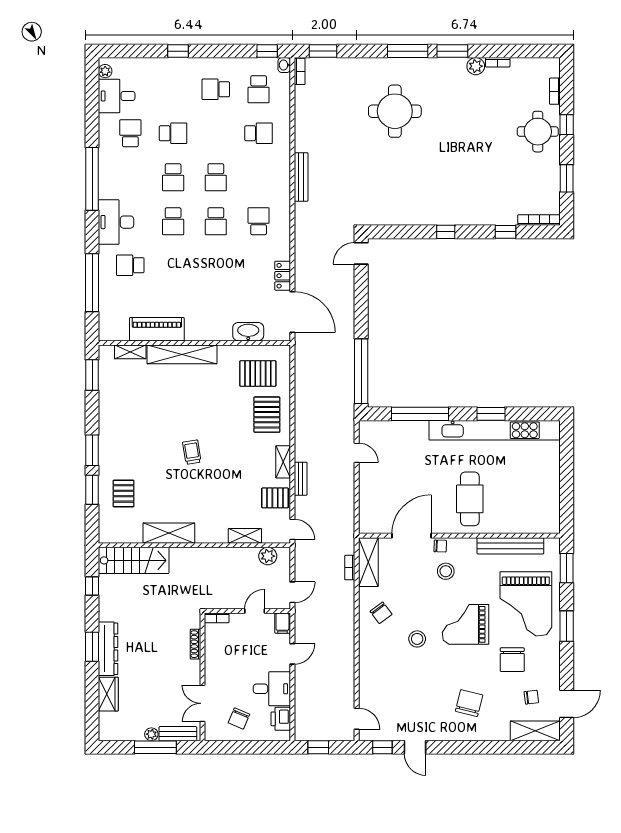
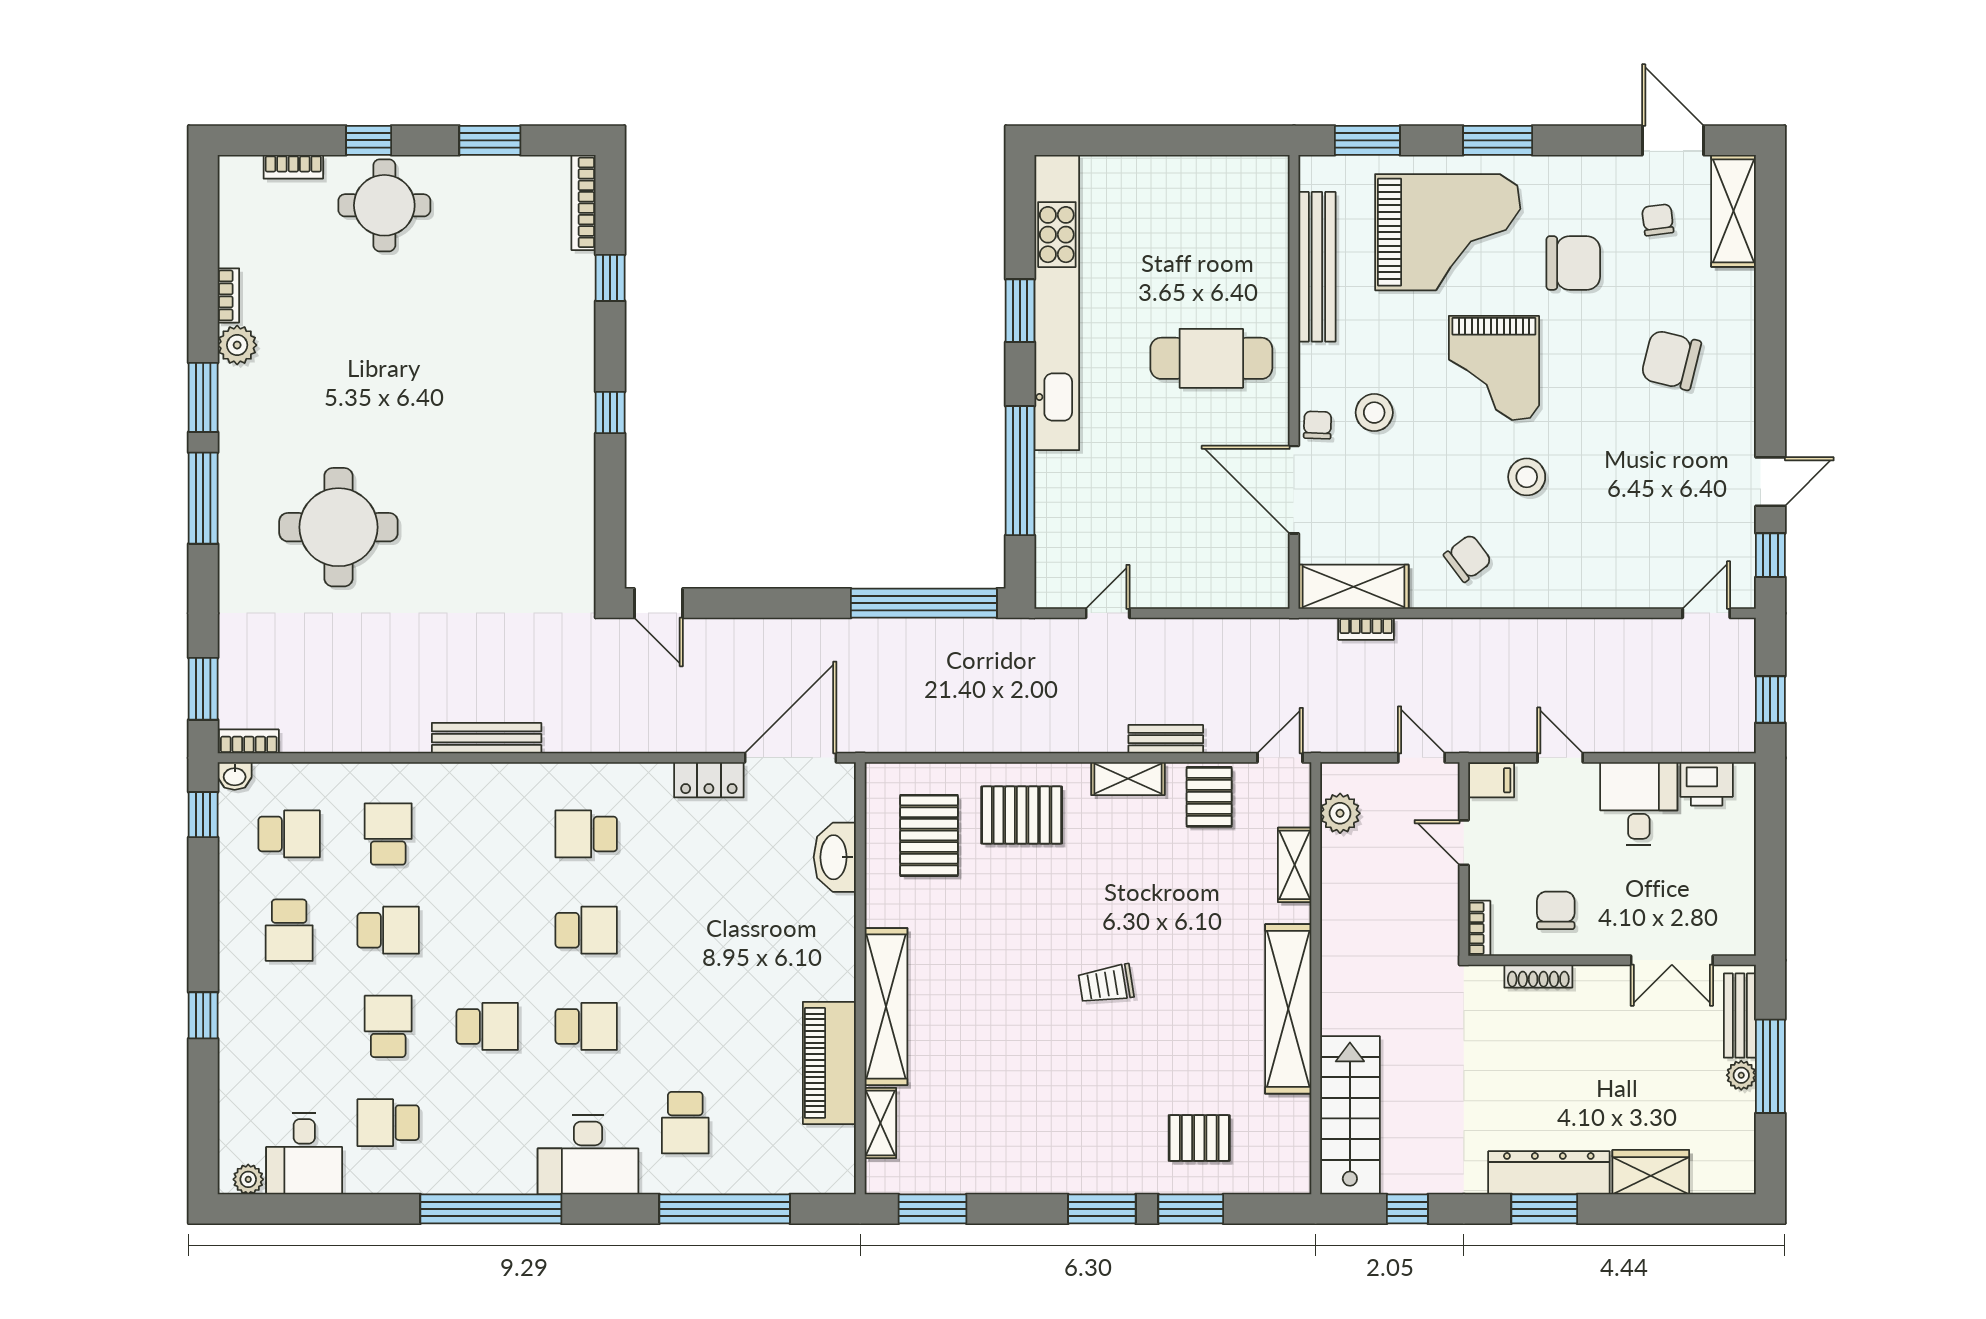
school desk: (216, 177) -> (388, 930), moved
shelving: (169, 533) -> (1288, 1009), width x1.47
chair: (239, 718) -> (1556, 910), moved, turned -113

